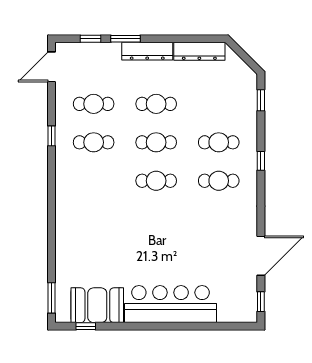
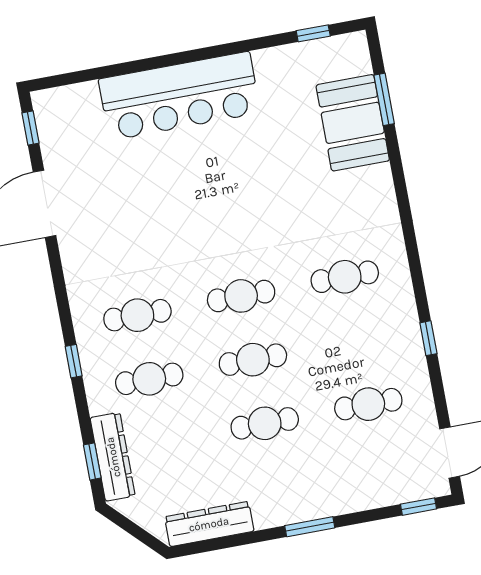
window: (90, 39) -> (419, 507), moved
window: (126, 39) -> (310, 527), moved
dresser: (147, 51) -> (113, 457), moved, turned 90
cafe table: (94, 142) -> (345, 277), moved
window: (51, 298) -> (384, 99), moved
booth: (97, 305) -> (353, 123), moved, turned 90

